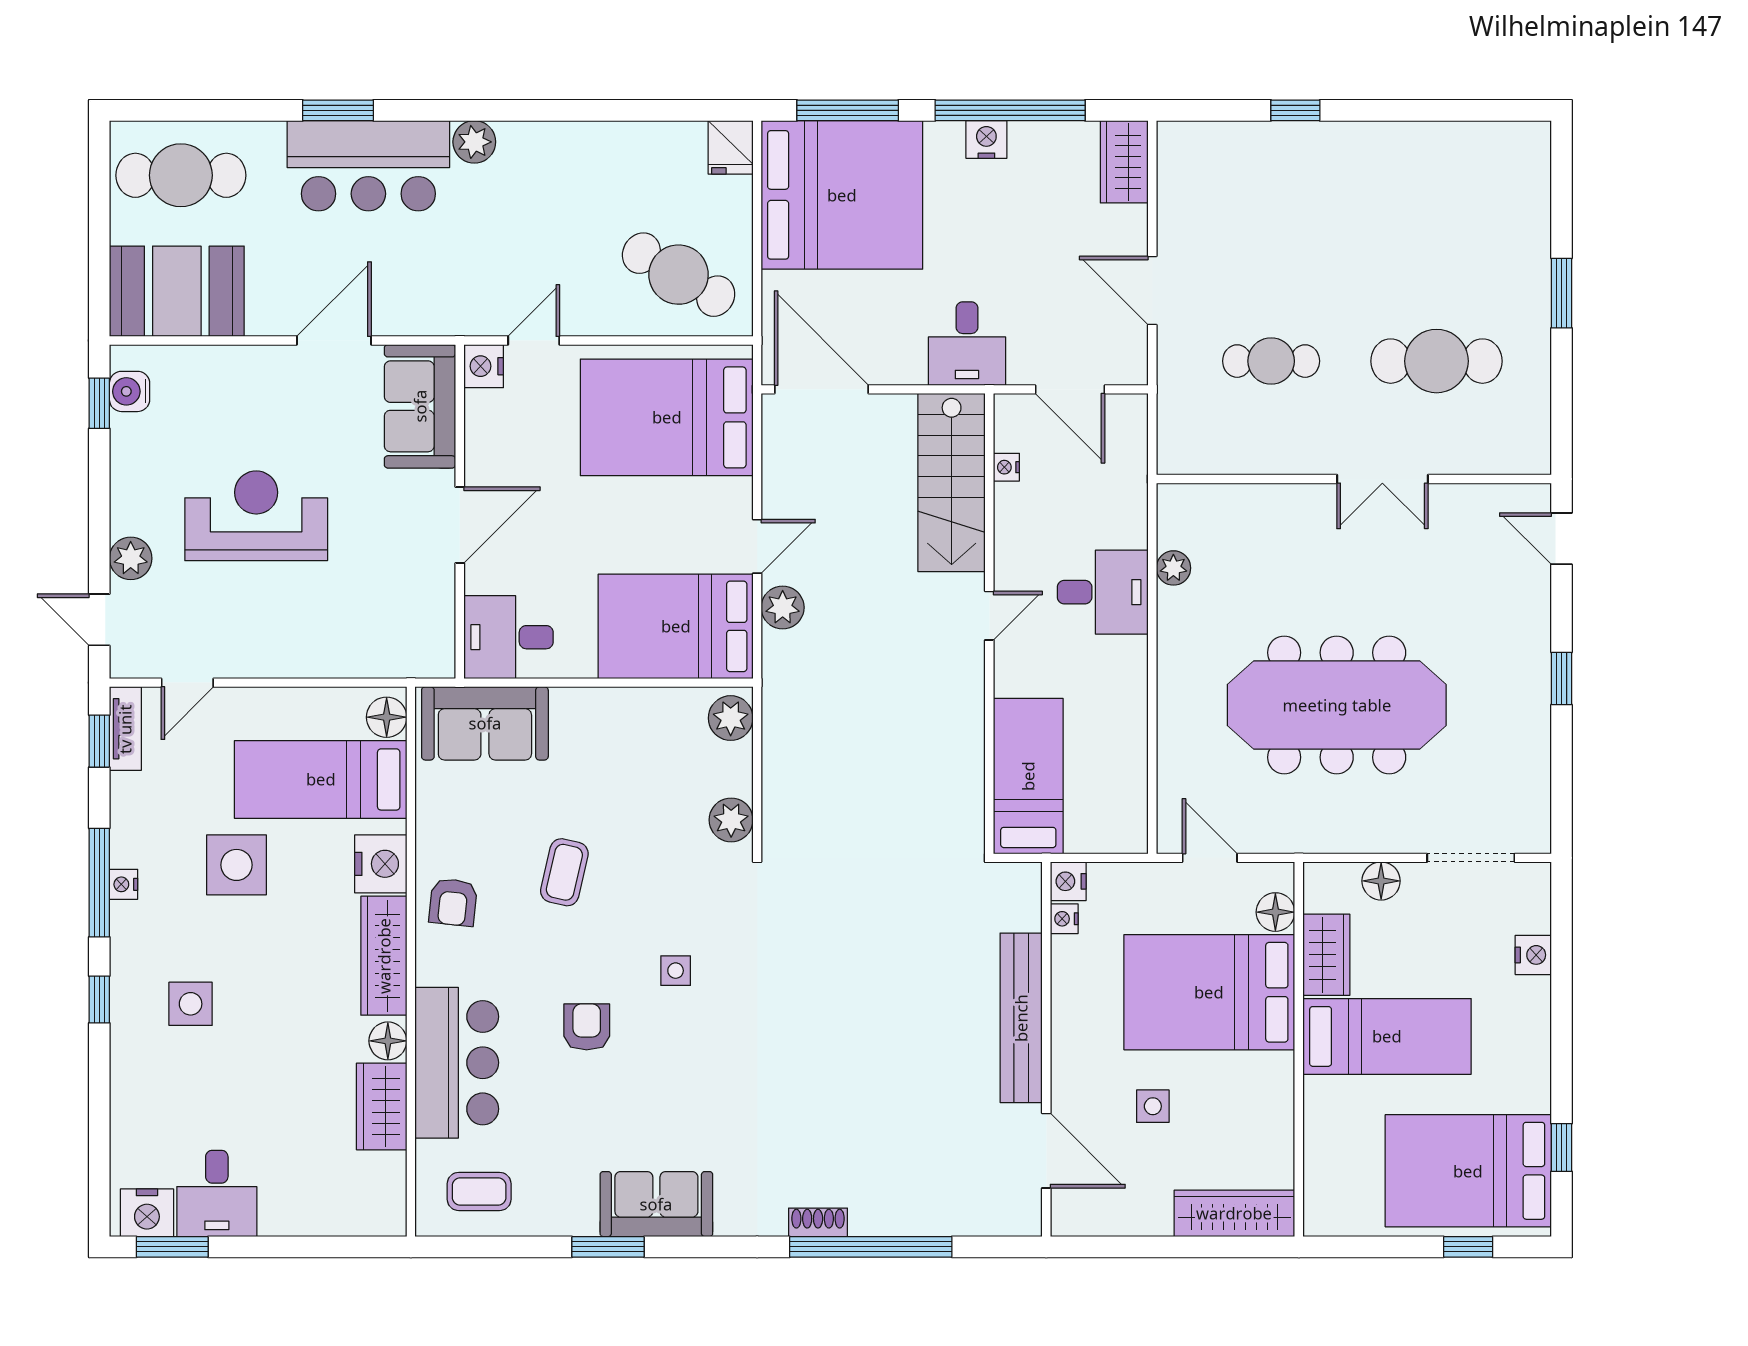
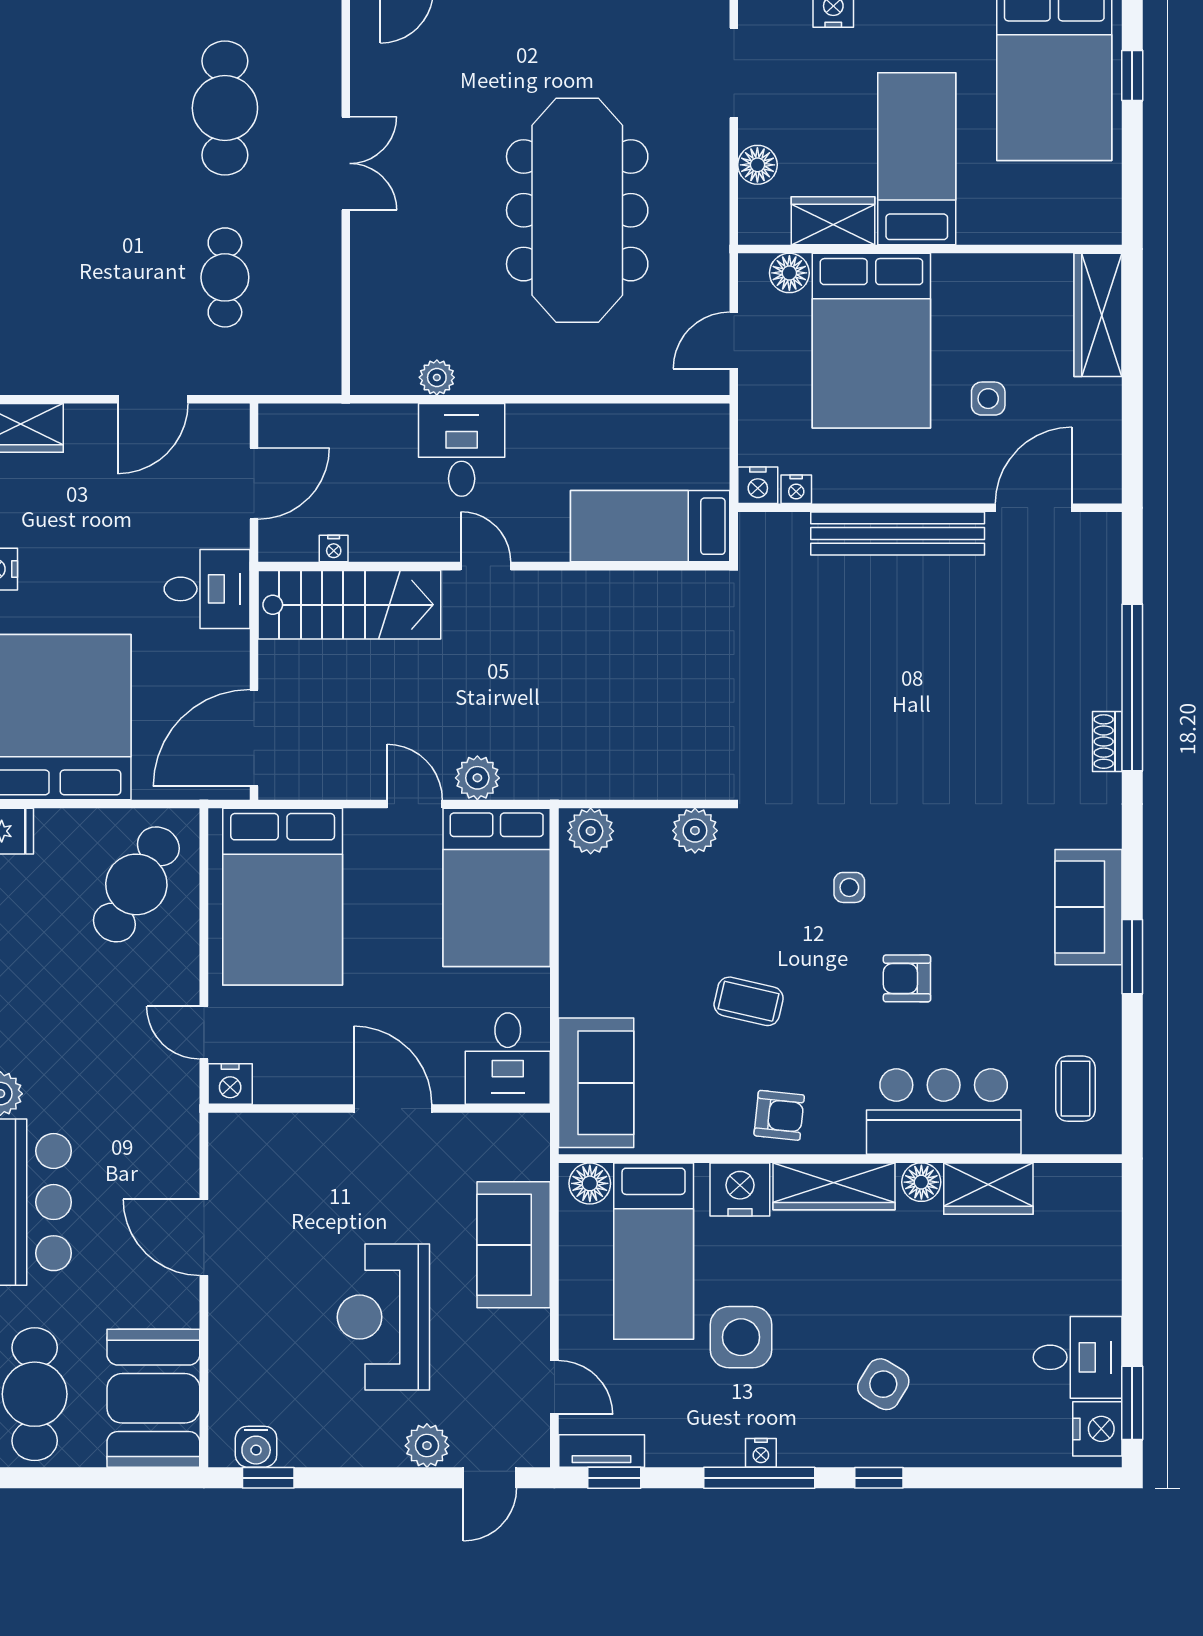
sofa: (420, 406) -> (514, 1245), moved, turned 90
side table: (191, 1004) -> (883, 1384), turned 31

